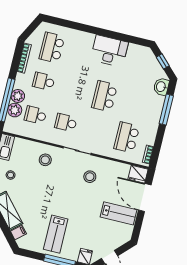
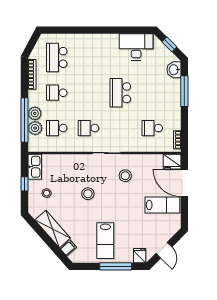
desk: (109, 51) -> (136, 47), moved
school desk: (127, 137) -> (152, 128), width x0.54
stool: (45, 160) -> (88, 194), moved

